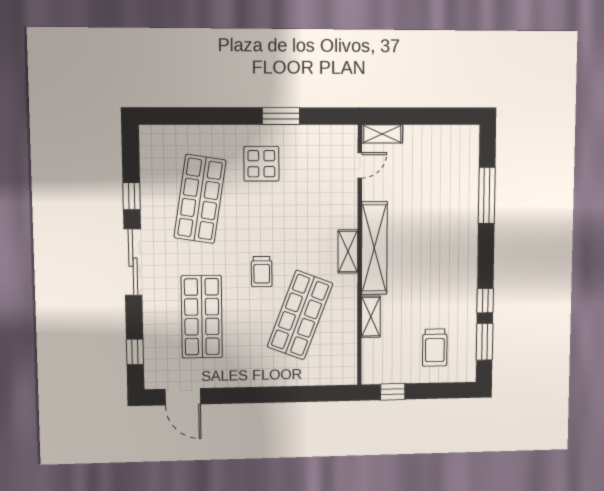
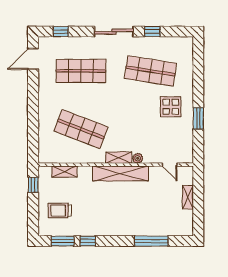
shelving: (382, 134) -> (188, 197), moved
plant: (349, 220) -> (138, 158), added
trolley: (262, 272) -> (107, 106), removed
shelving: (371, 317) -> (64, 171), moved

